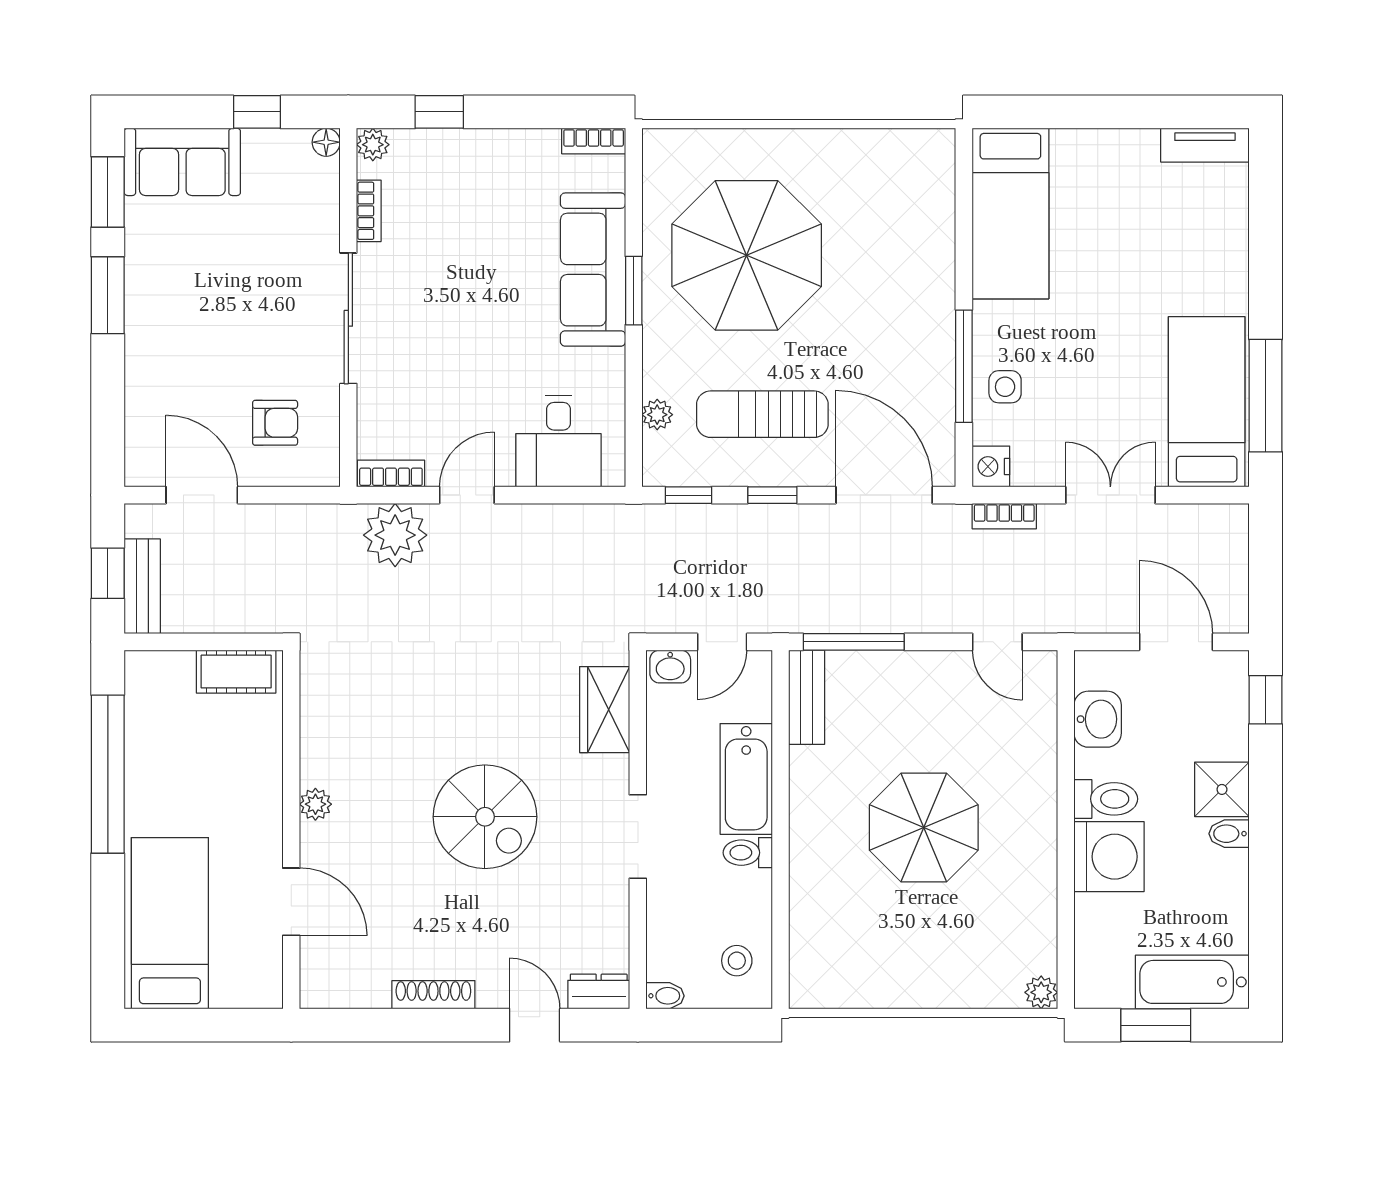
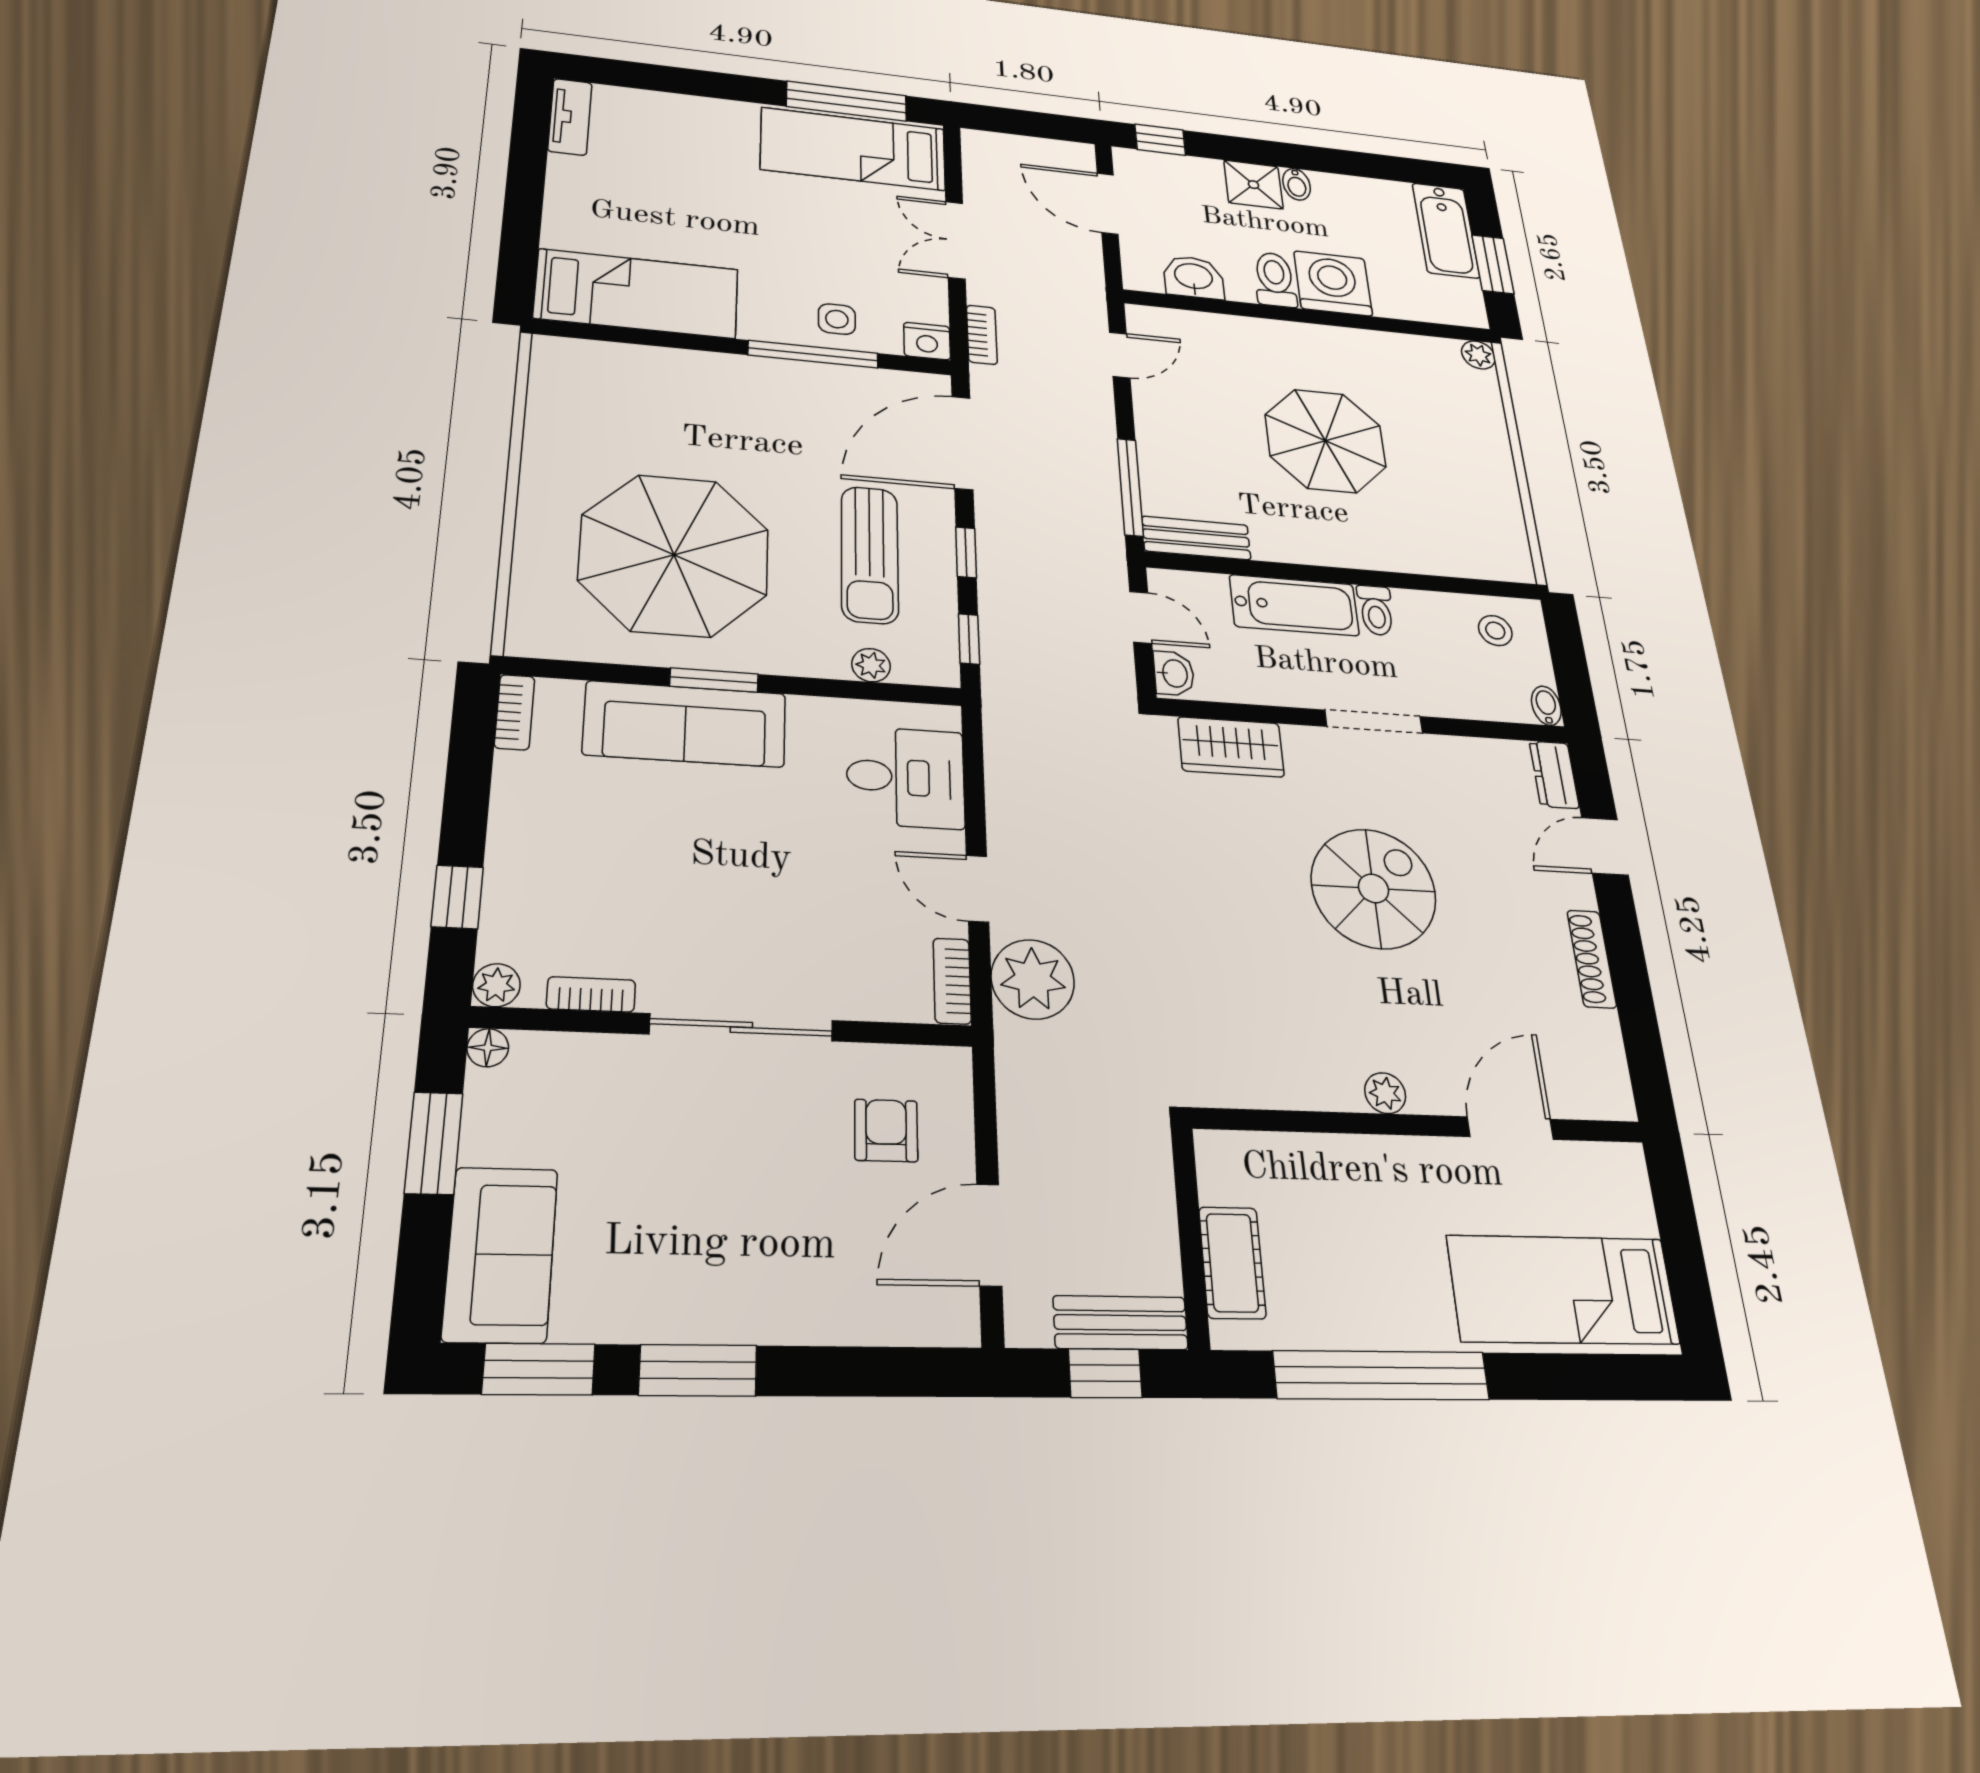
window: (257, 112) -> (434, 1143), width x1.50
door: (1176, 642) -> (1108, 204), hinge flipped
cot: (236, 672) -> (1232, 1263), moved

